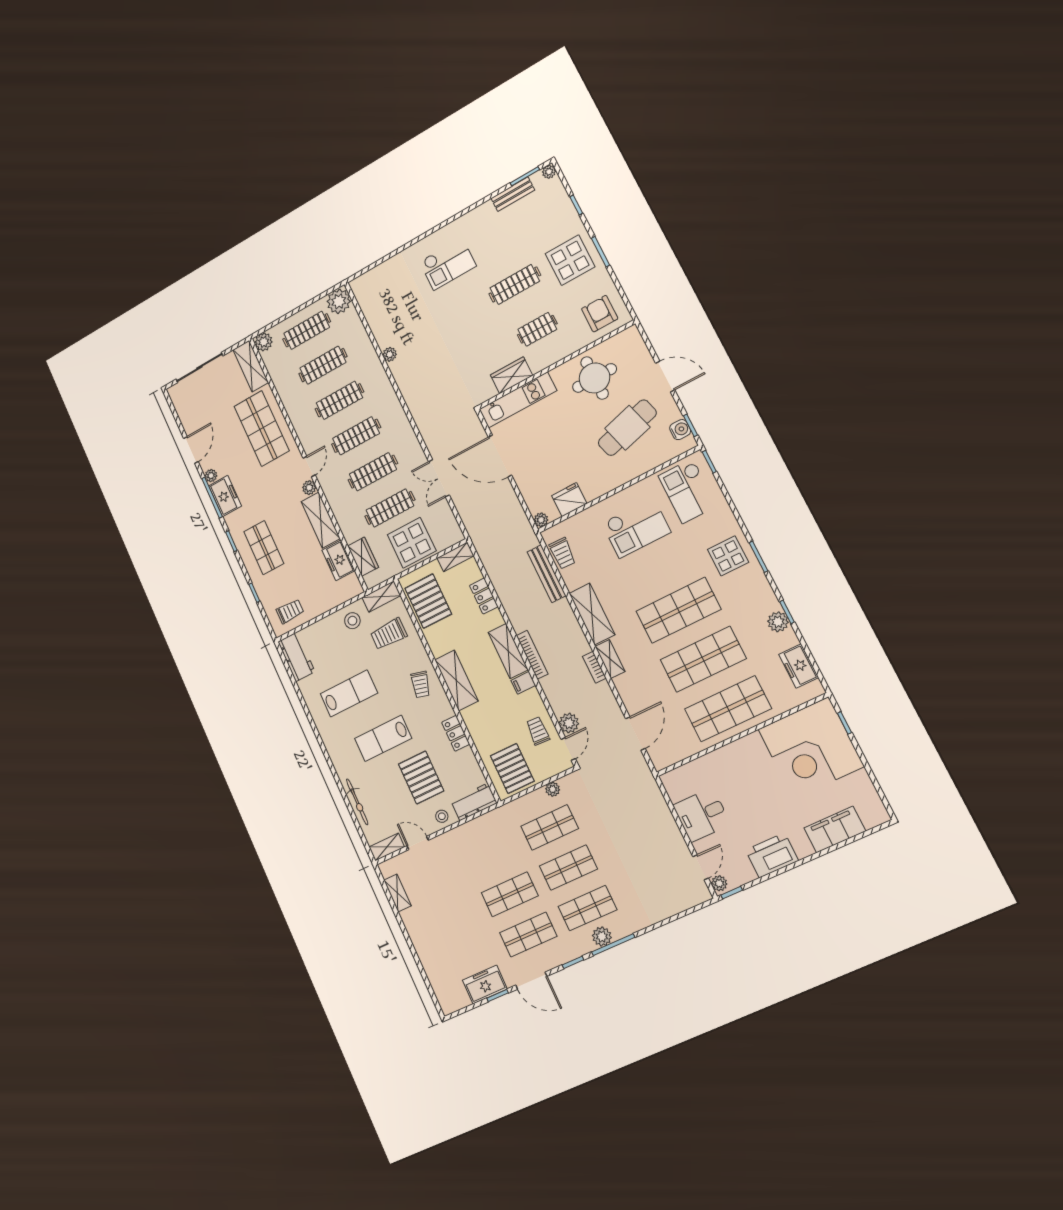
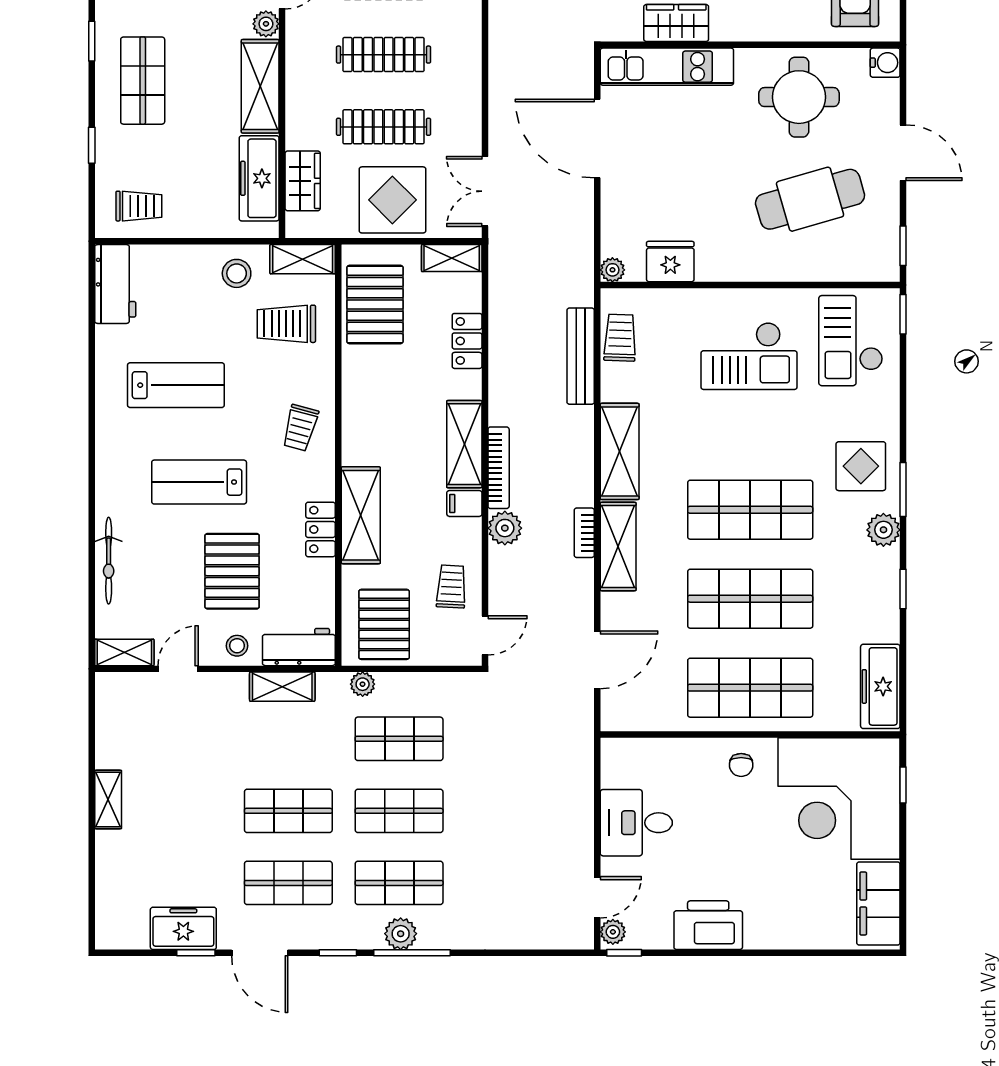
water cooler: (680, 430) -> (885, 63), moved
double door: (439, 478) -> (485, 191), moved
trolley: (562, 553) -> (620, 338), turned 180
freezer: (338, 560) -> (259, 178), width x1.40
plant: (778, 622) -> (883, 530), moved
shelving: (610, 659) -> (618, 547), width x1.50, depth x1.33
freezer: (799, 666) -> (880, 686), width x1.40
shelving: (456, 680) -> (361, 515), moved
plant: (569, 723) -> (505, 528), moved
chair: (745, 755) -> (741, 765), added
plant: (553, 789) -> (363, 684), moved
shelving: (475, 827) -> (282, 687), added
filing cabinet: (835, 830) -> (878, 903), moved, turned -90
door: (418, 843) -> (178, 669), hinge flipped
shelving: (397, 893) -> (108, 799), moved

